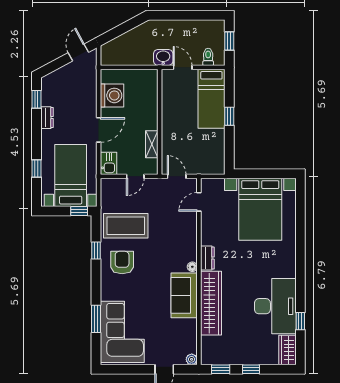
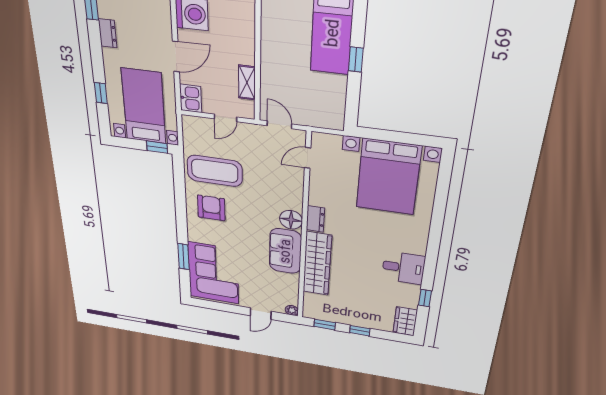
window: (96, 250) -> (180, 191), removed
floor lamp: (192, 267) -> (291, 220), width x1.89, depth x1.89
desk: (275, 306) -> (403, 268), width x0.53, depth x0.77

